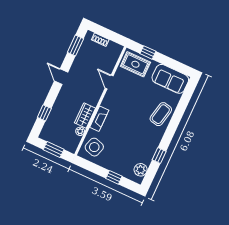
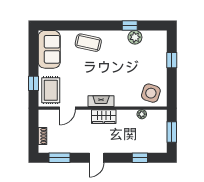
door: (109, 82) -> (67, 108), moved
wardrobe: (85, 115) -> (104, 117), moved
fireplace: (99, 119) -> (101, 101), moved
plant: (141, 170) -> (135, 37), moved

